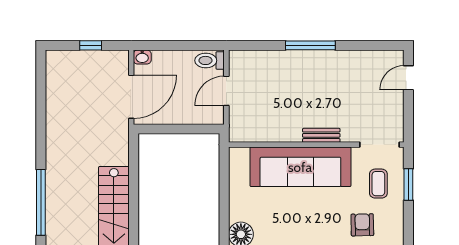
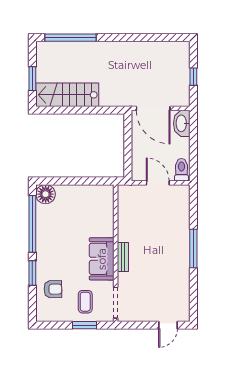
washbasin: (142, 57) -> (182, 123), width x1.91, depth x1.45
door: (408, 78) -> (168, 325), swing flipped
sofa: (300, 167) -> (102, 259), width x0.54, depth x0.79
coffee table: (378, 184) -> (85, 302), turned 90

